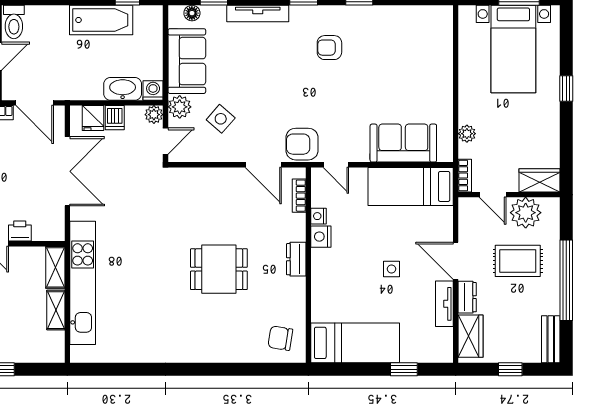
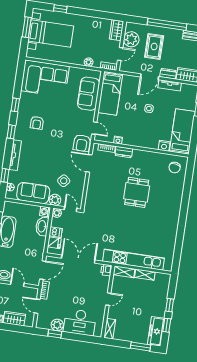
corner sofa: (421, 51) -> (45, 79), added
window: (566, 88) -> (60, 9), moved
door: (263, 165) -> (89, 163), swing flipped
door: (336, 165) -> (94, 128), hinge flipped
printer: (20, 231) -> (106, 270), moved
nightstand: (321, 237) -> (164, 146), moved
dresser: (296, 259) -> (124, 152), moved

